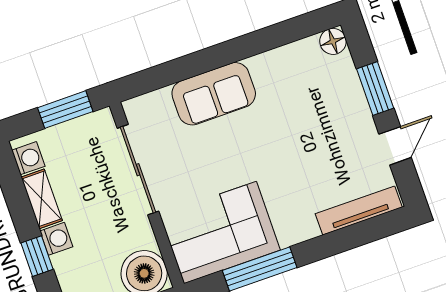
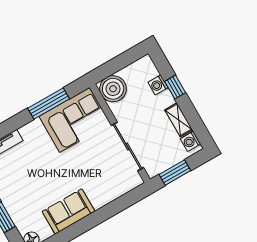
sofa: (214, 94) -> (68, 211), moved
washing machine: (56, 239) -> (158, 85), moved

